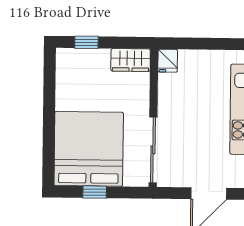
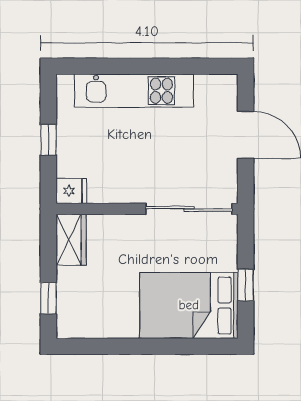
window: (207, 44) -> (48, 140), added
bed: (89, 149) -> (189, 305), width x0.73

